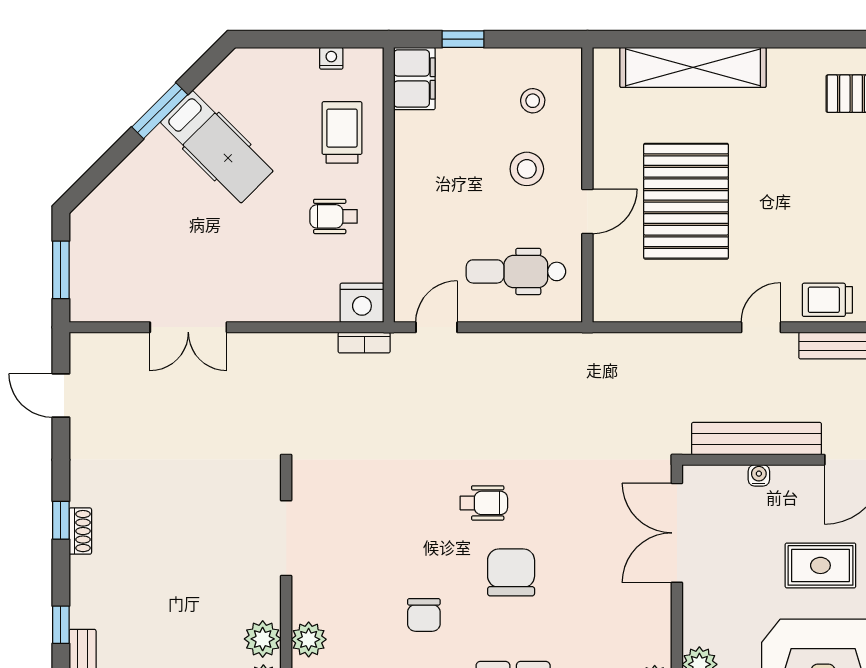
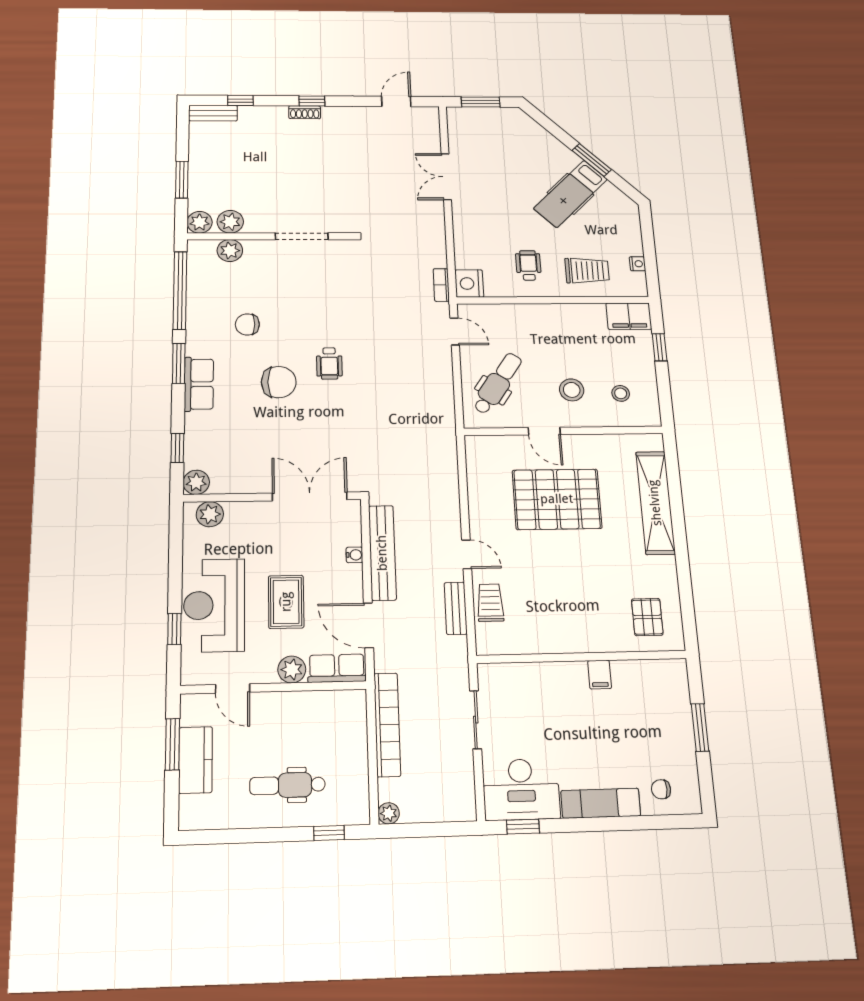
dental chair: (516, 271) -> (498, 383), turned 34

